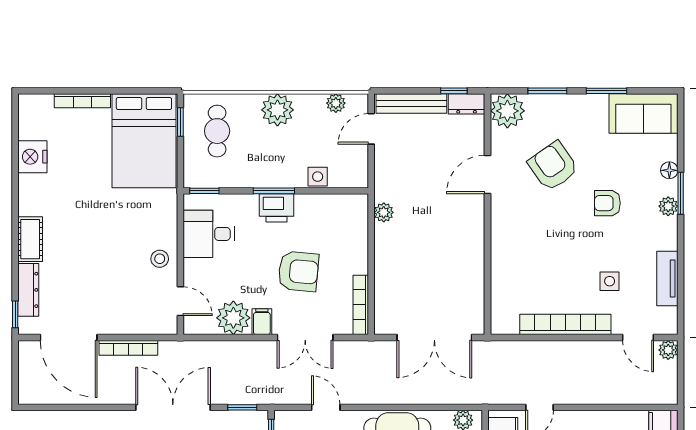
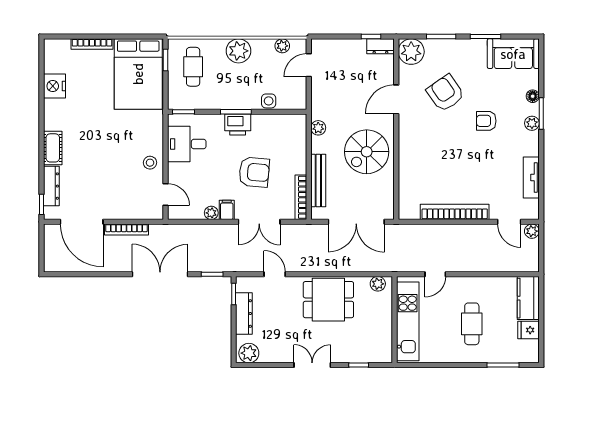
bench: (411, 104) -> (318, 181), moved, turned 90
spiral stairs: (448, 244) -> (367, 152), added
side table: (610, 281) -> (488, 179), removed
plant: (233, 318) -> (211, 213), width x0.53, depth x0.53

